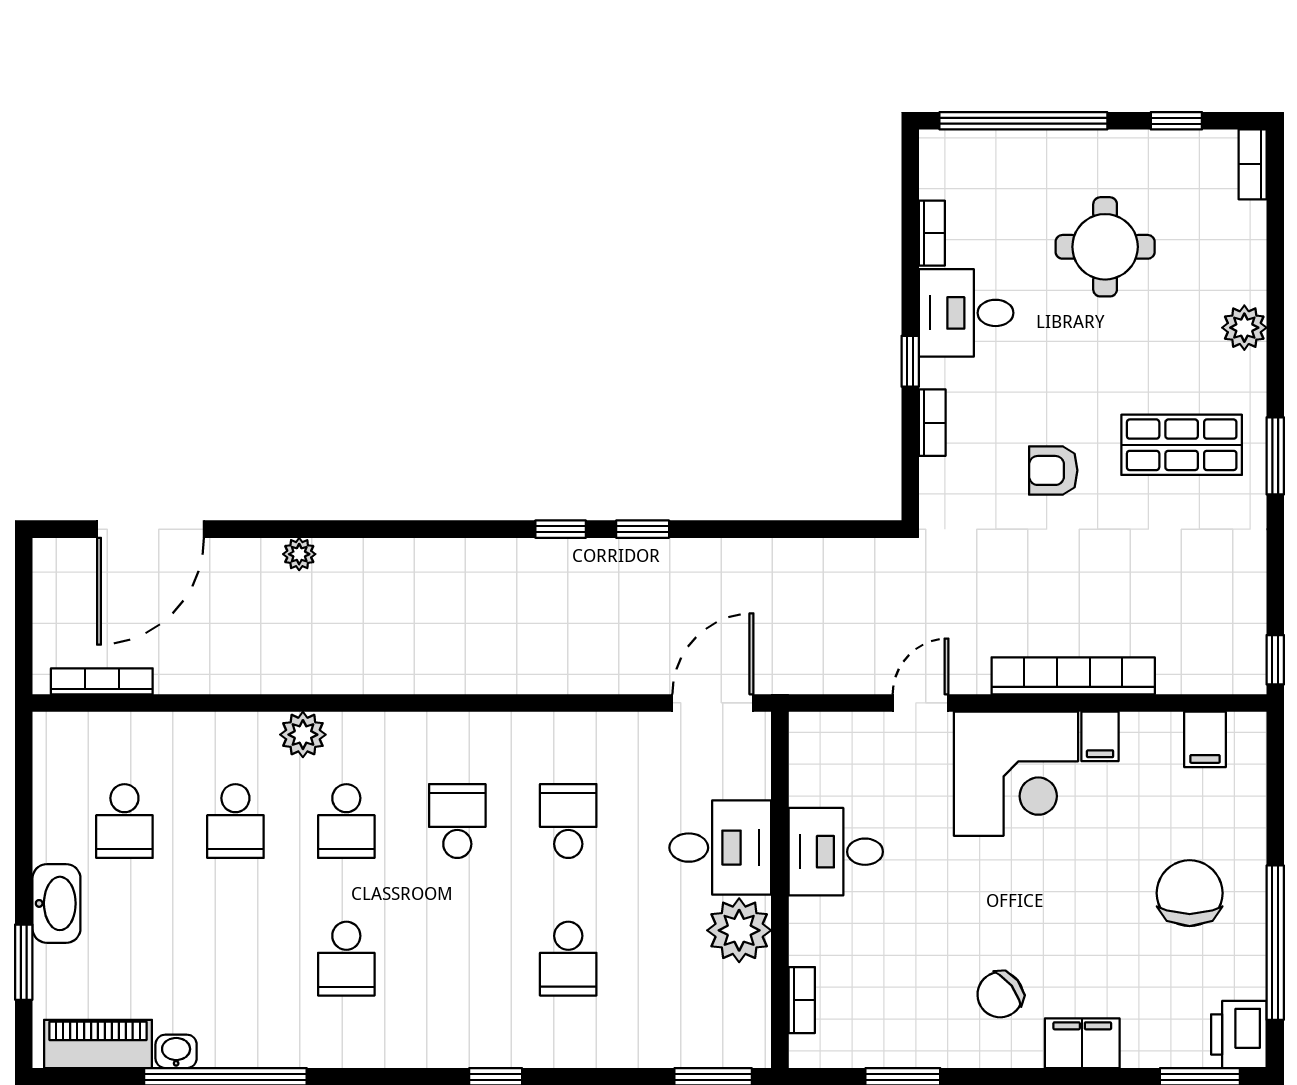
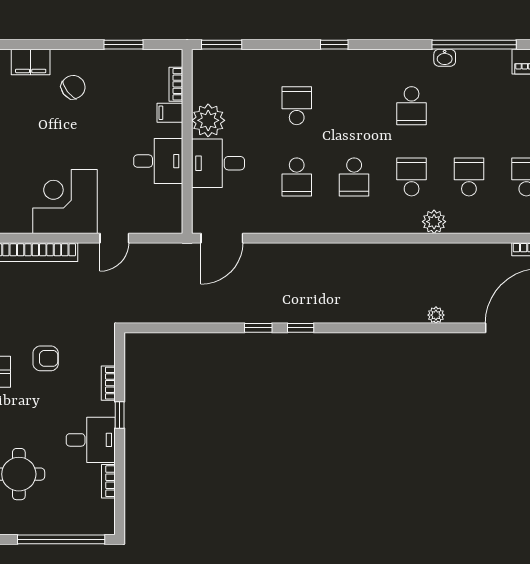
filing cabinet: (1100, 736) -> (170, 113), moved, turned -90
school desk: (346, 959) -> (412, 106), turned 180
washbasin: (176, 1051) -> (445, 58), moved

